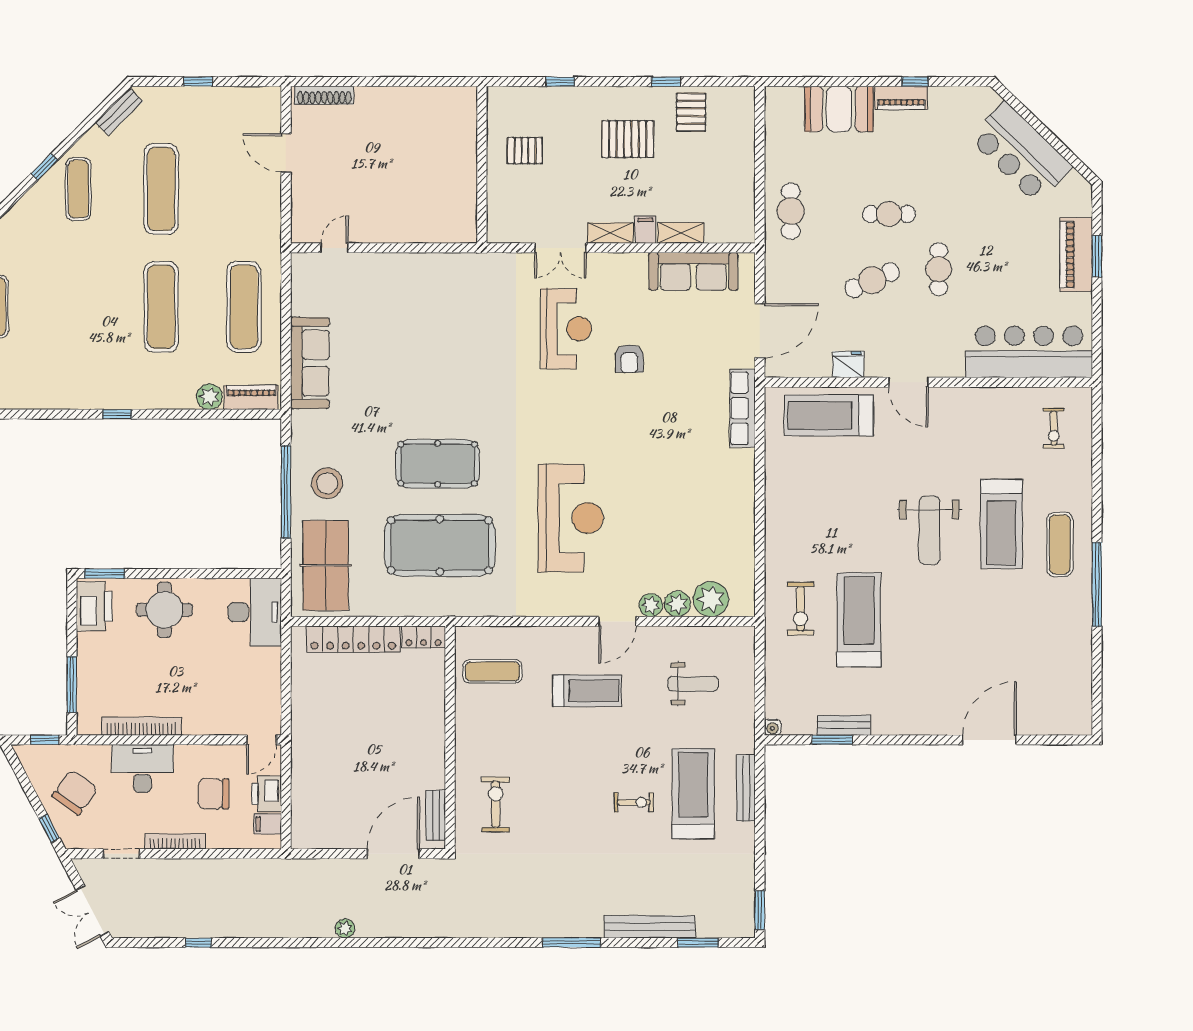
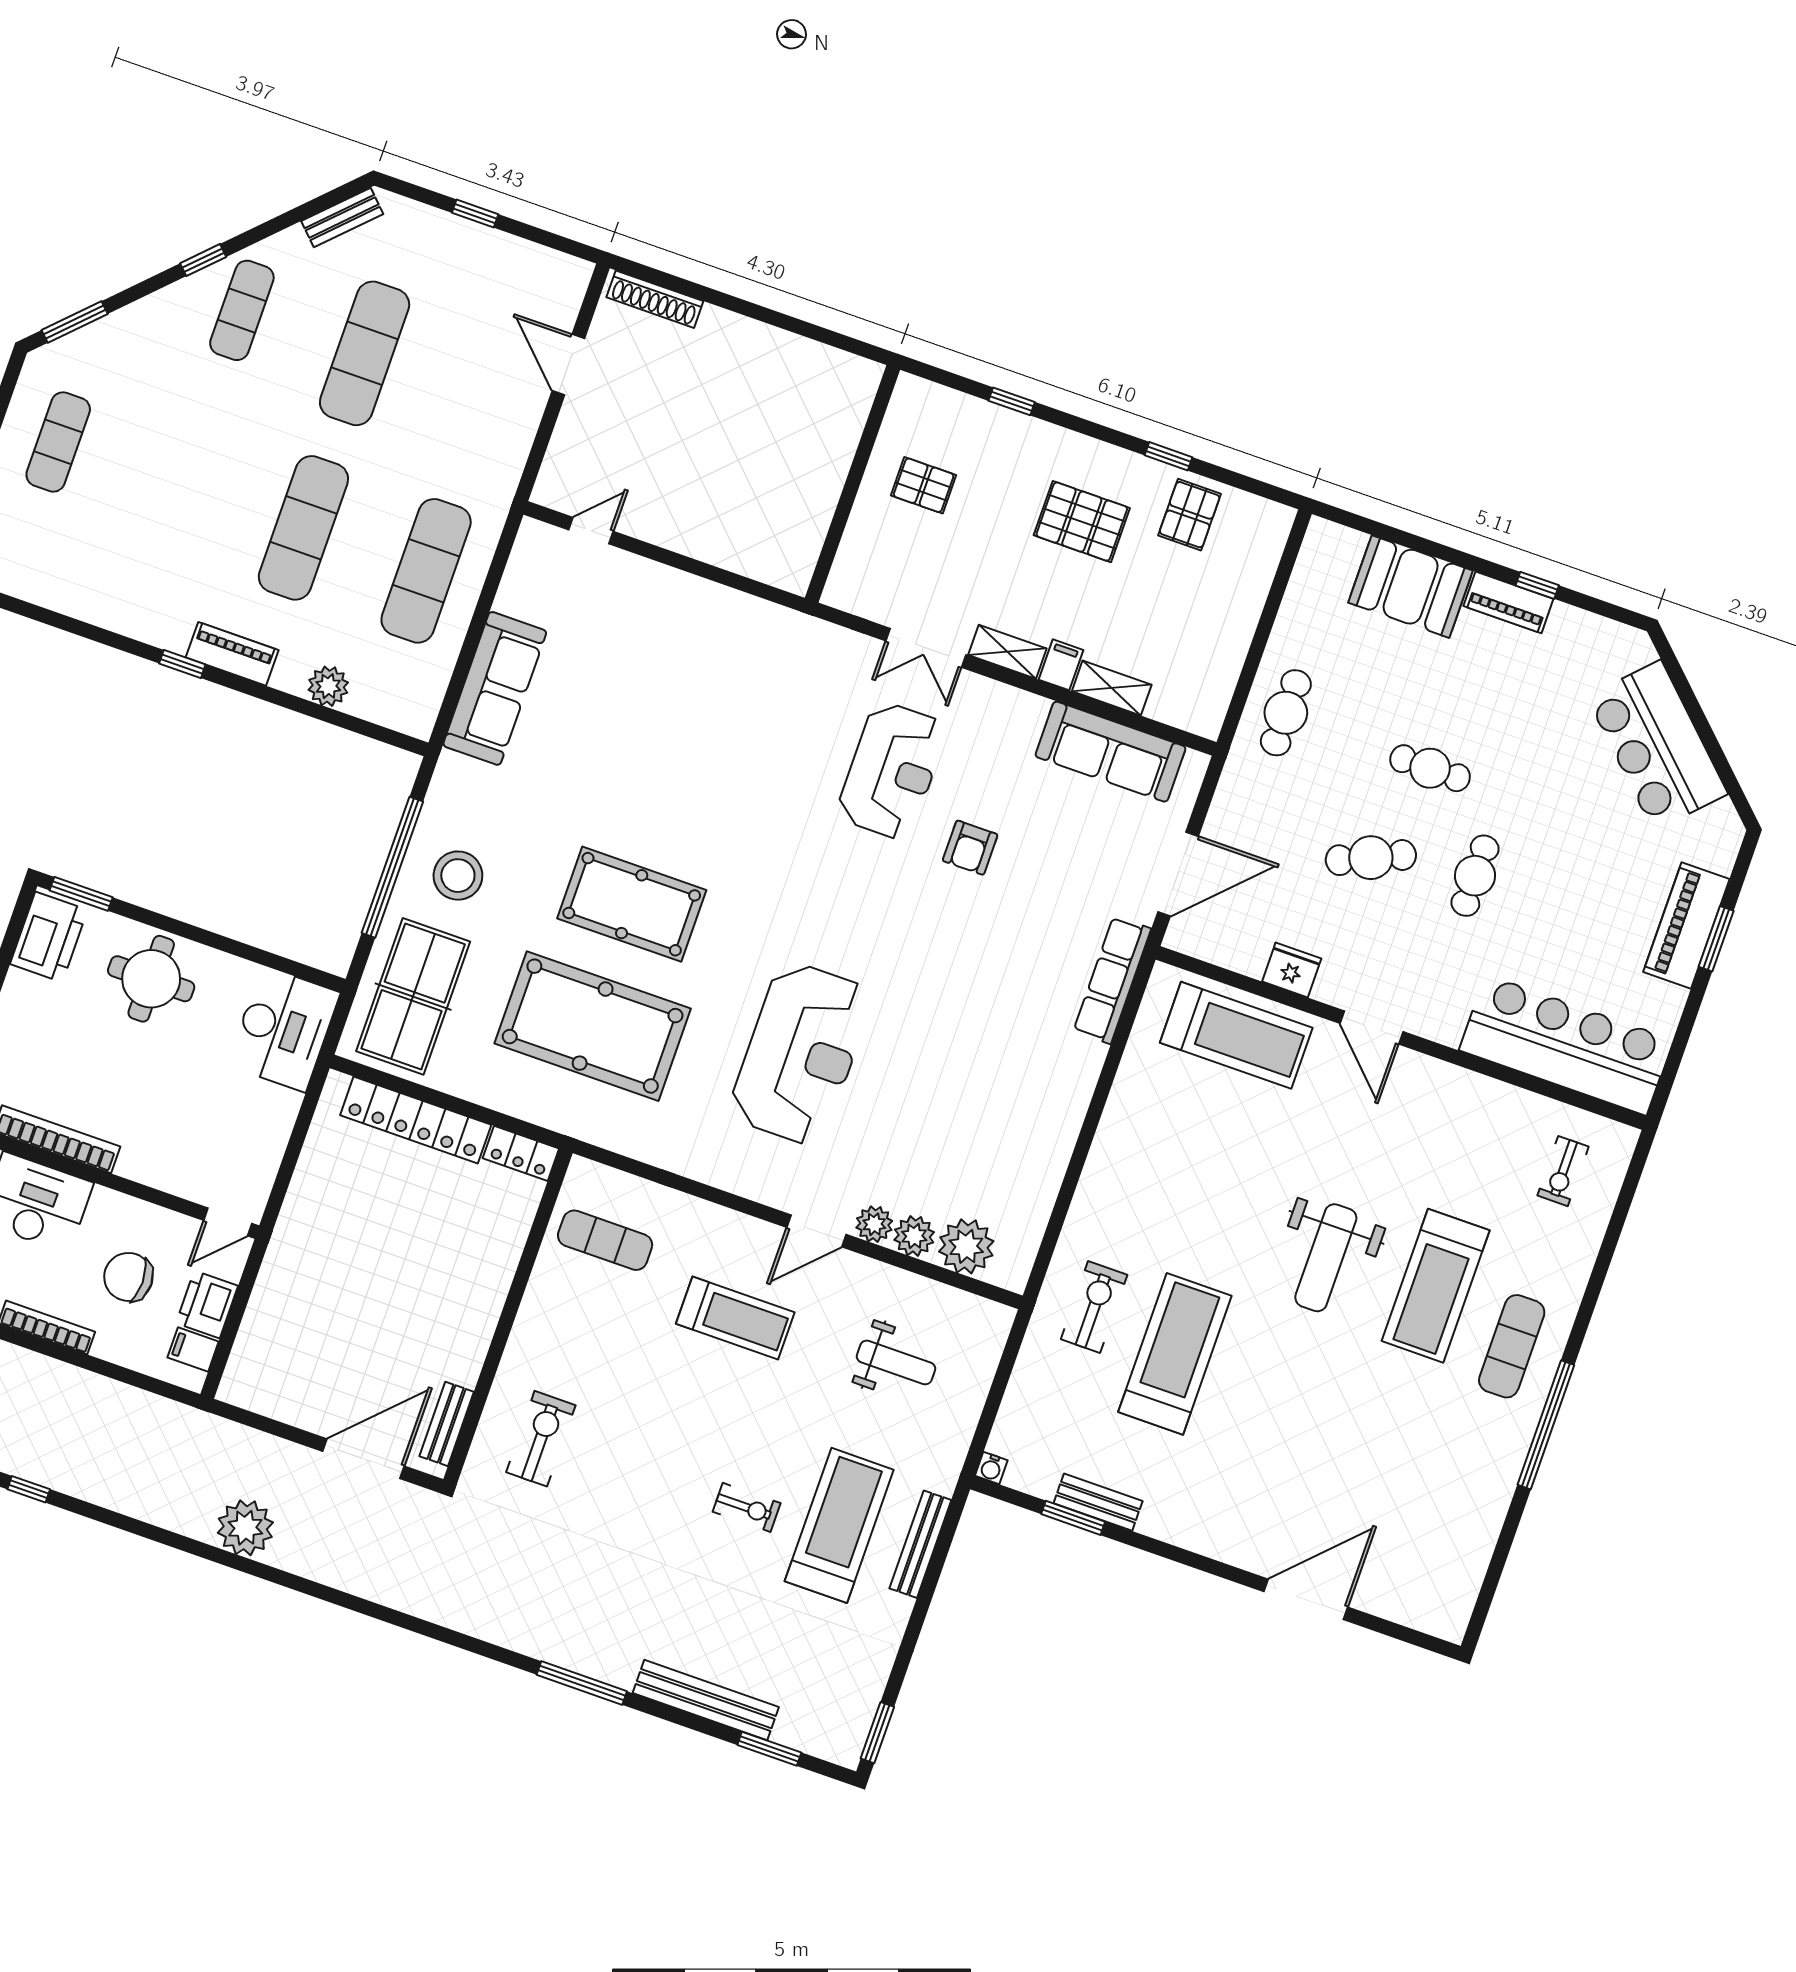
piano: (251, 397) -> (232, 654), moved
treadmill: (829, 415) -> (1236, 1035), turned 180
exercise bike: (800, 609) -> (1094, 1307), turned 180
plant: (345, 928) -> (245, 1528), width x1.88, depth x1.88

